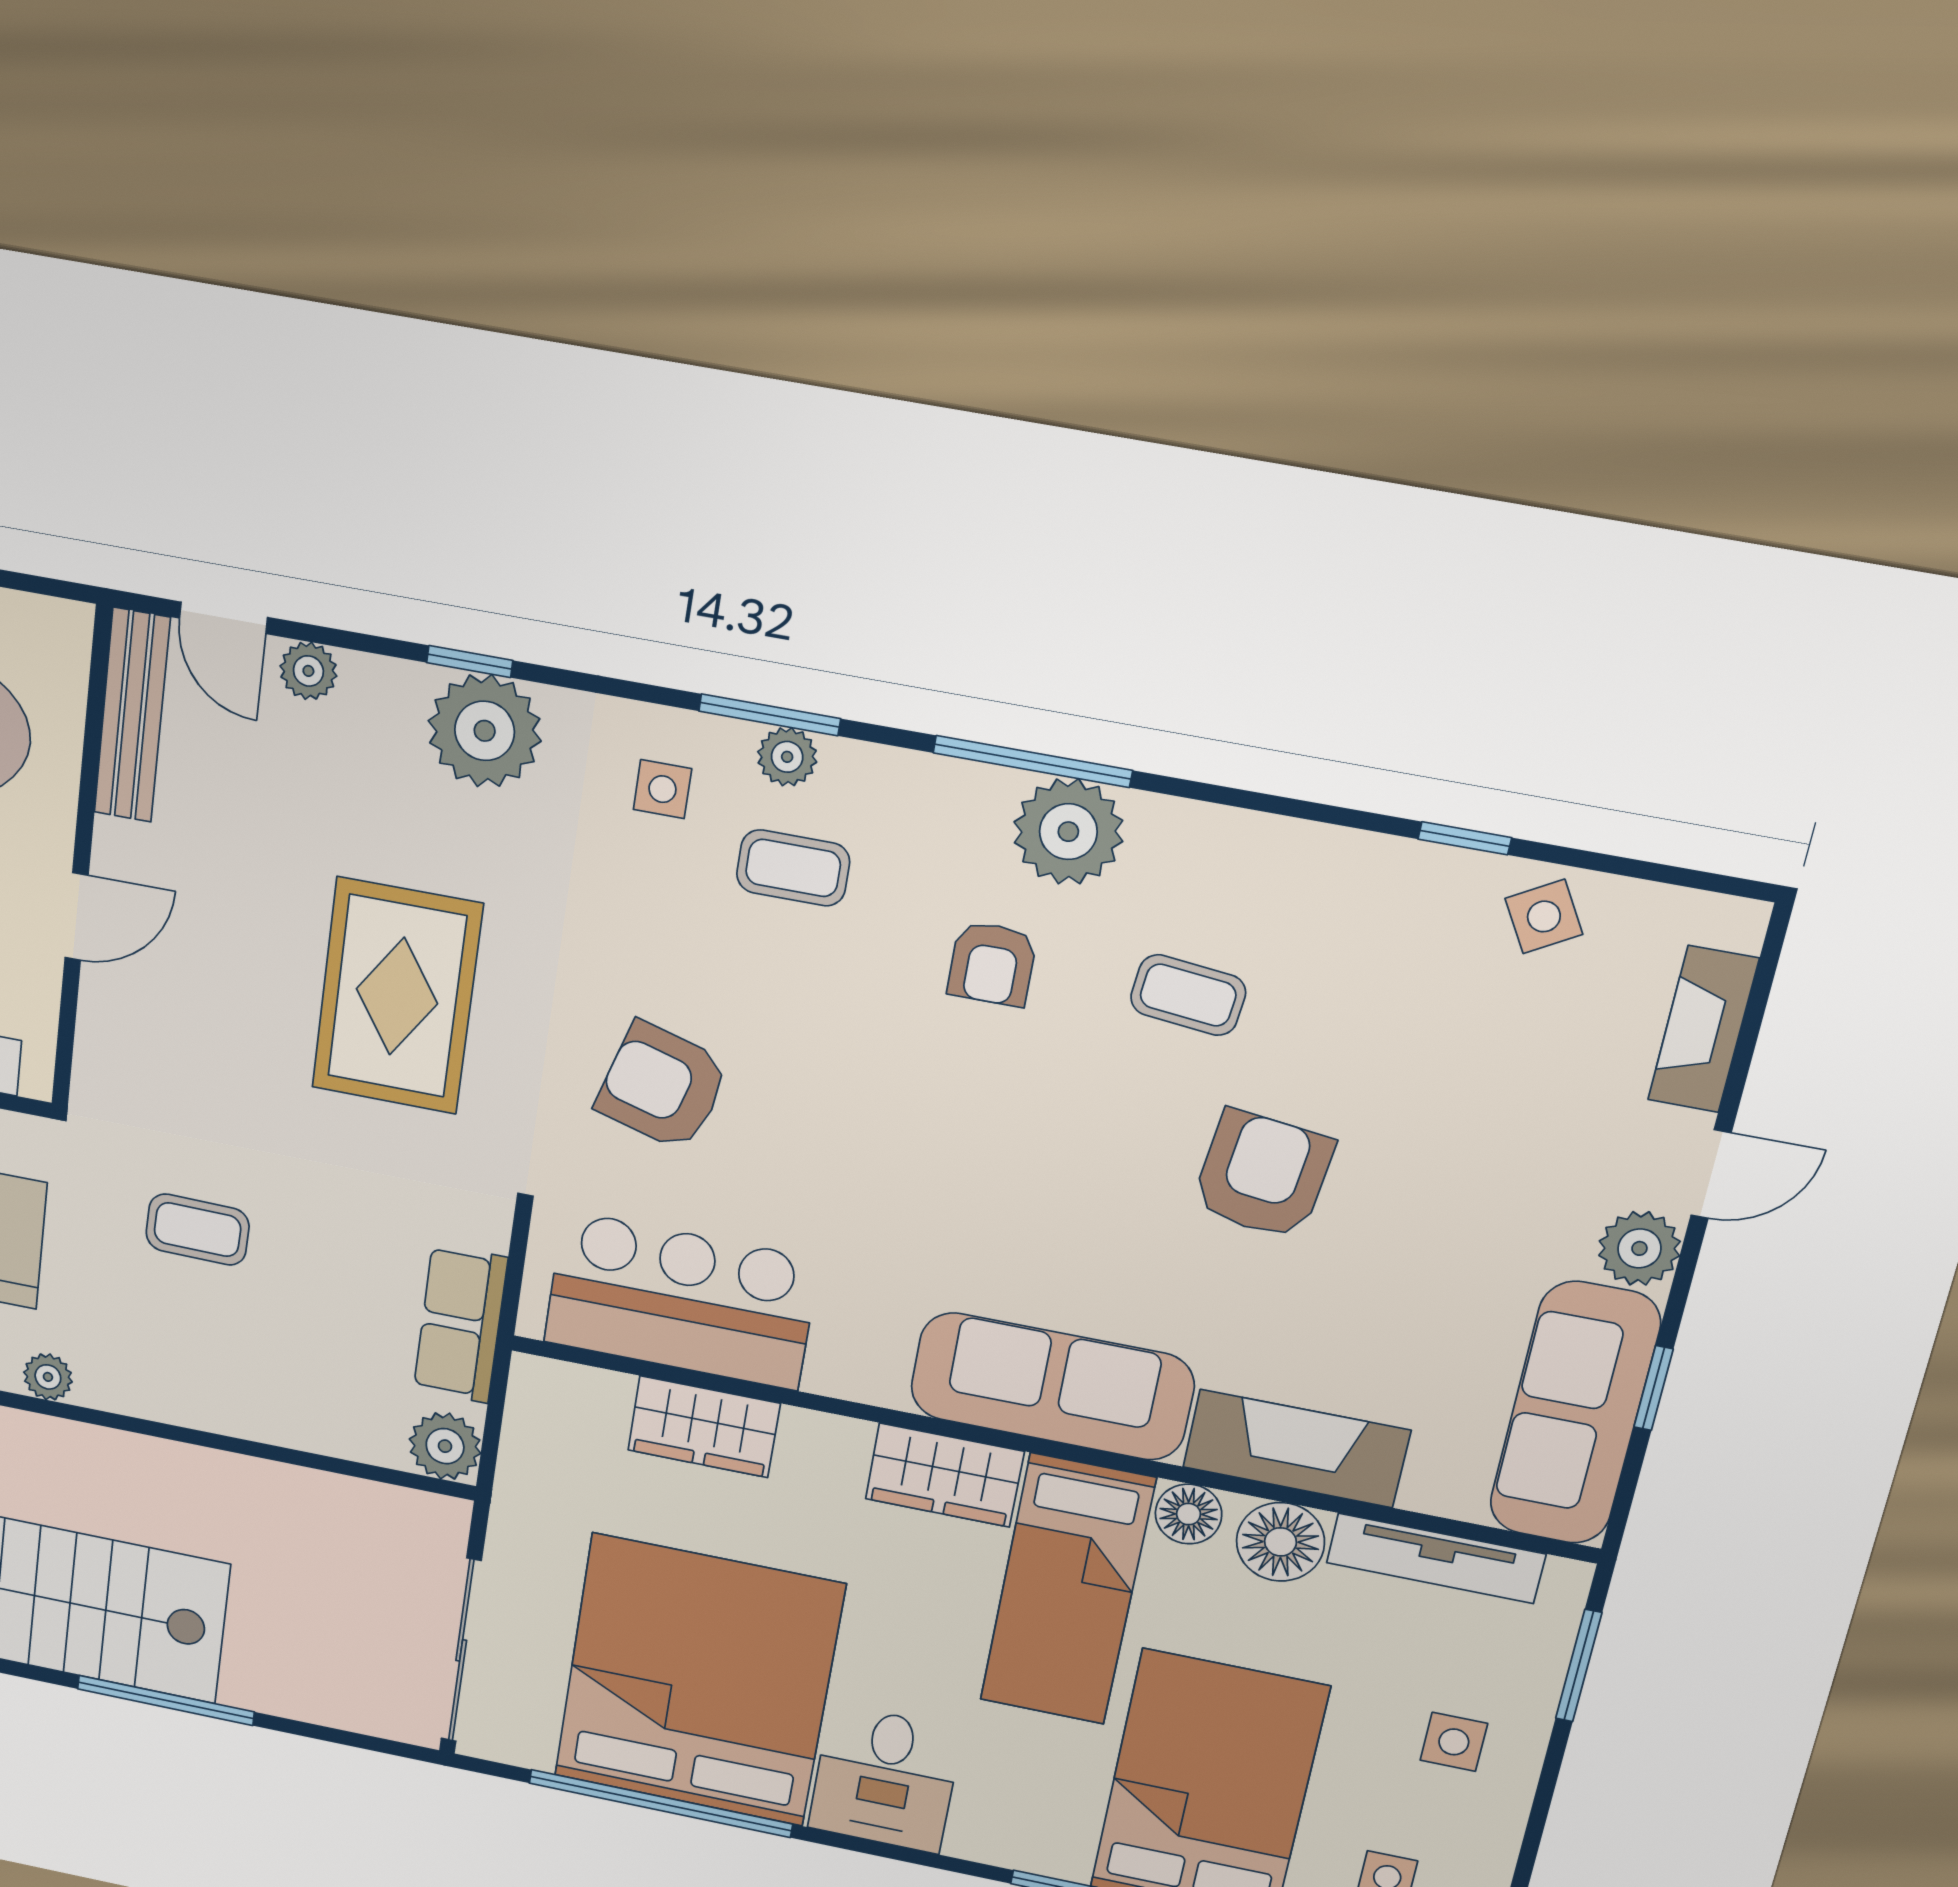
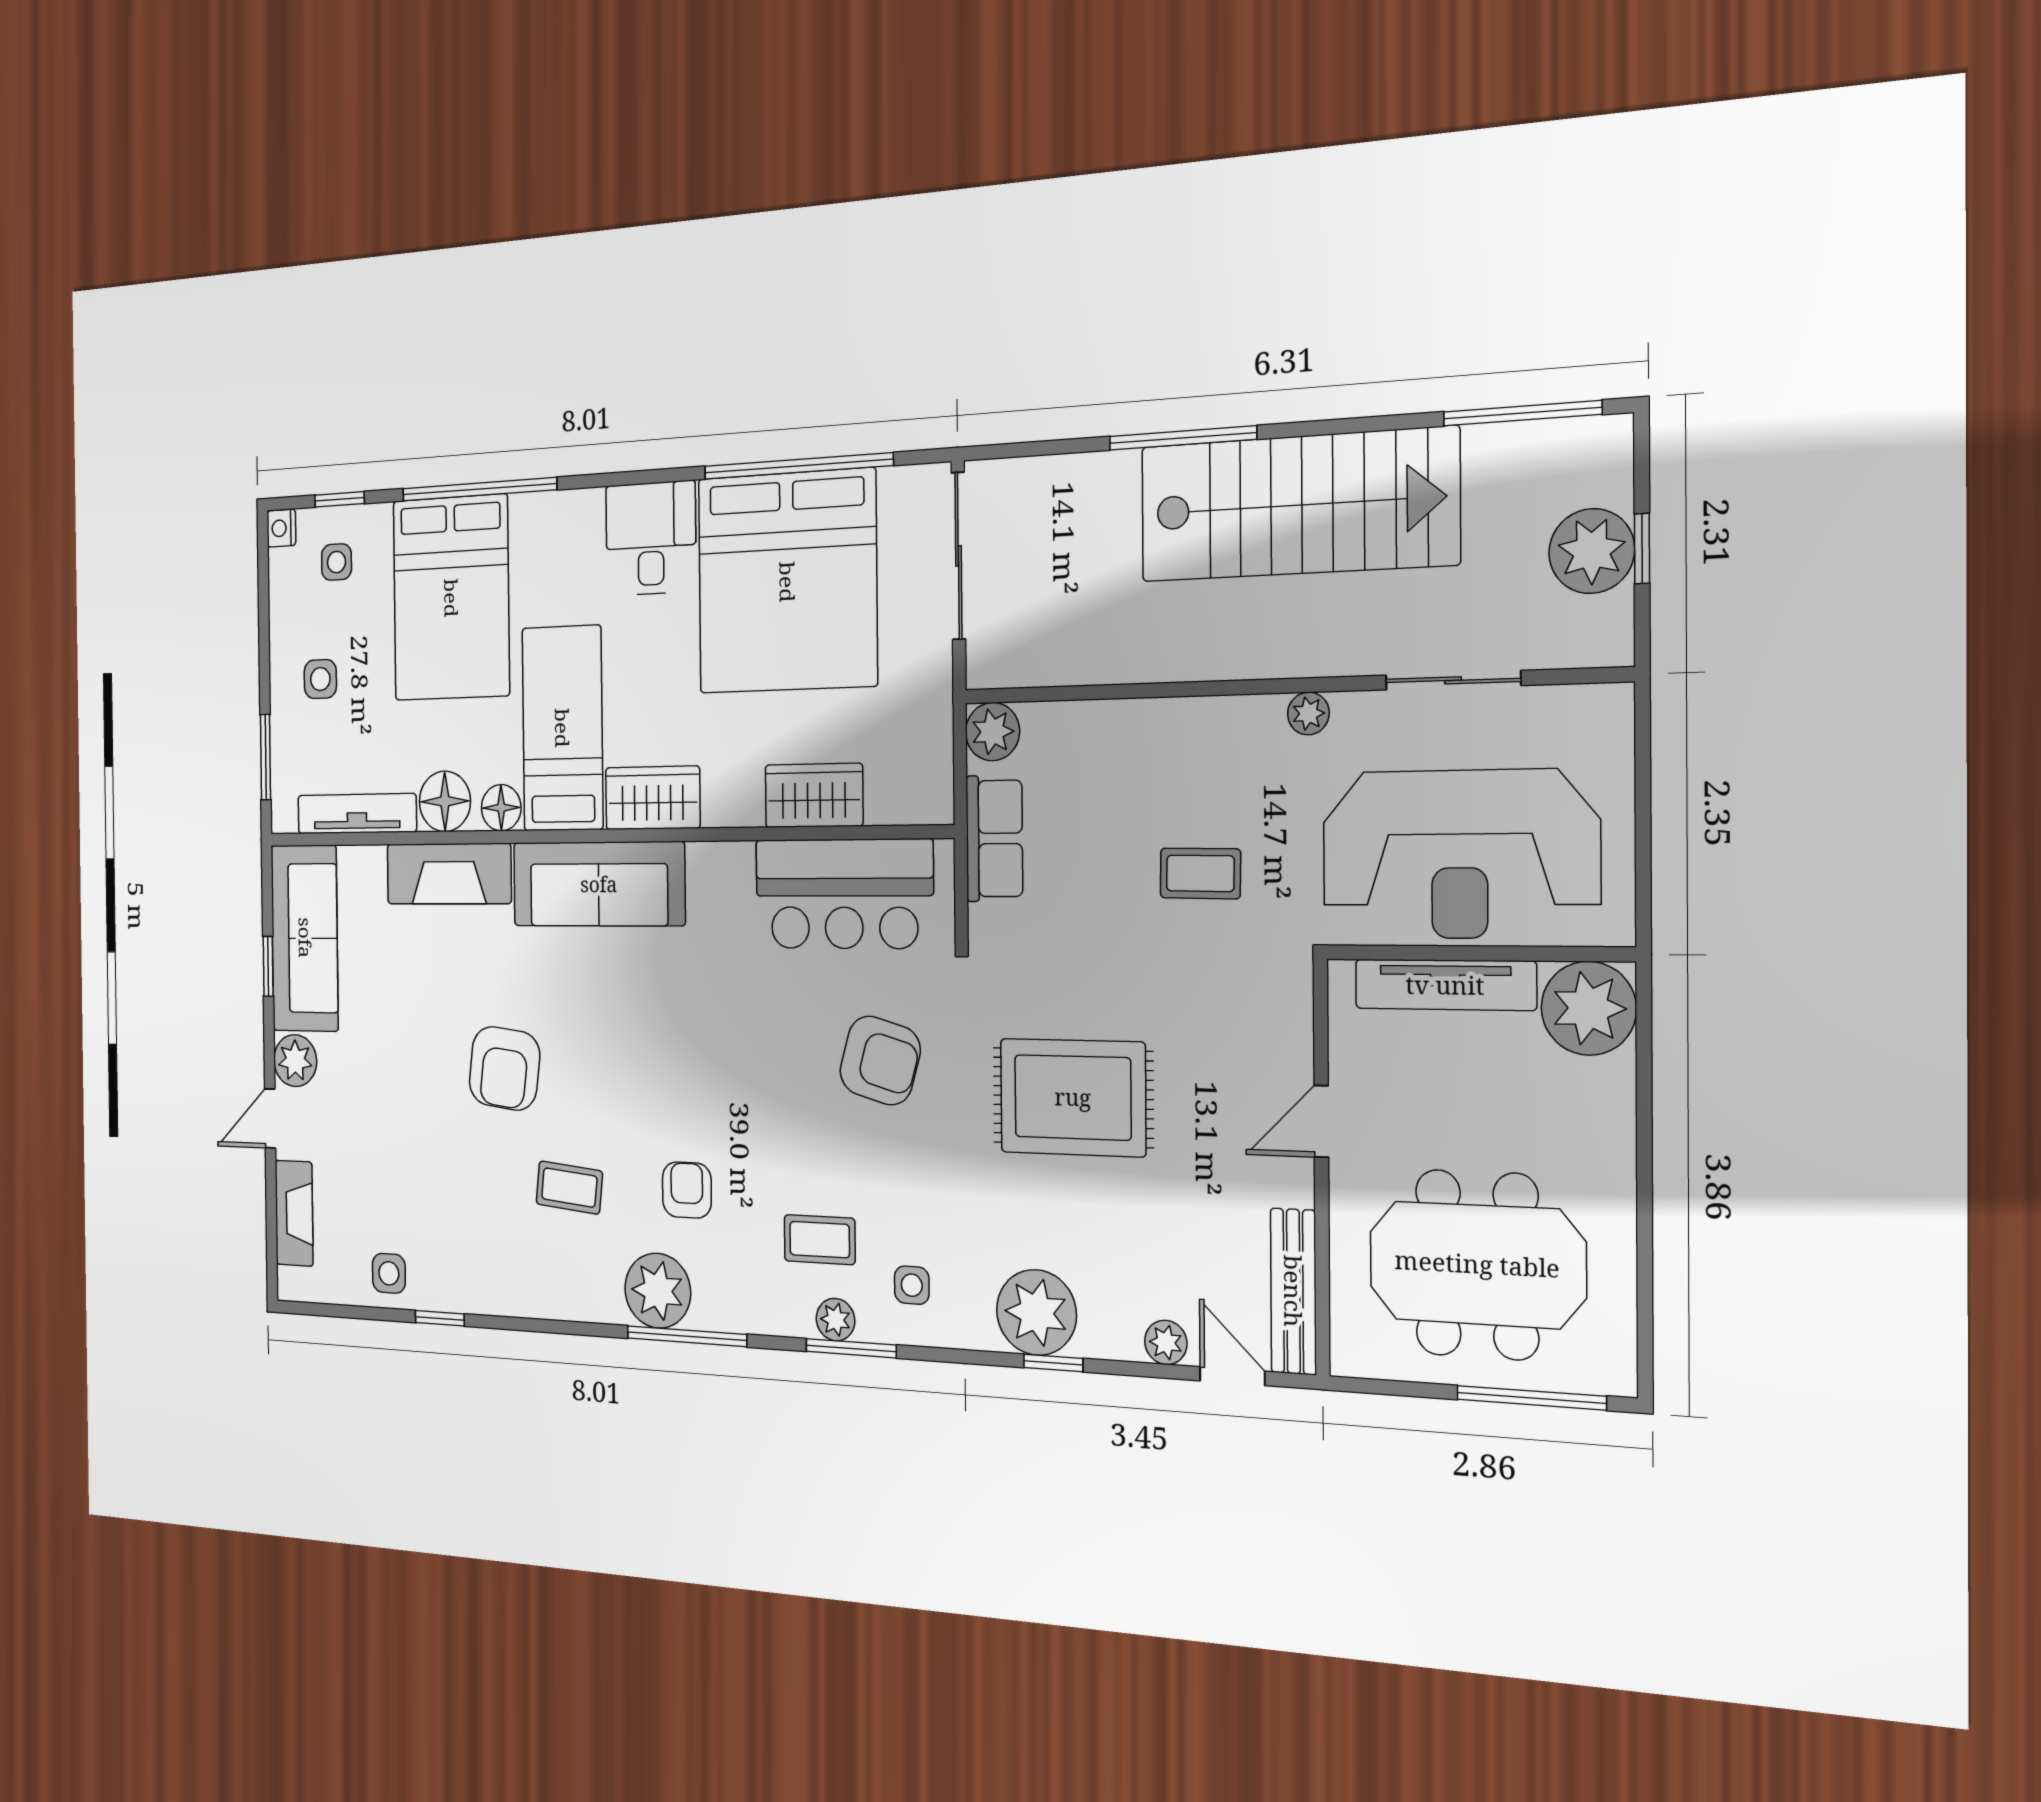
side table: (1544, 916) -> (389, 1273), turned 30
rug: (397, 996) -> (1073, 1097), turned 90

